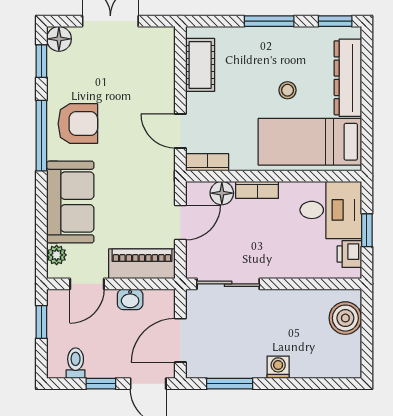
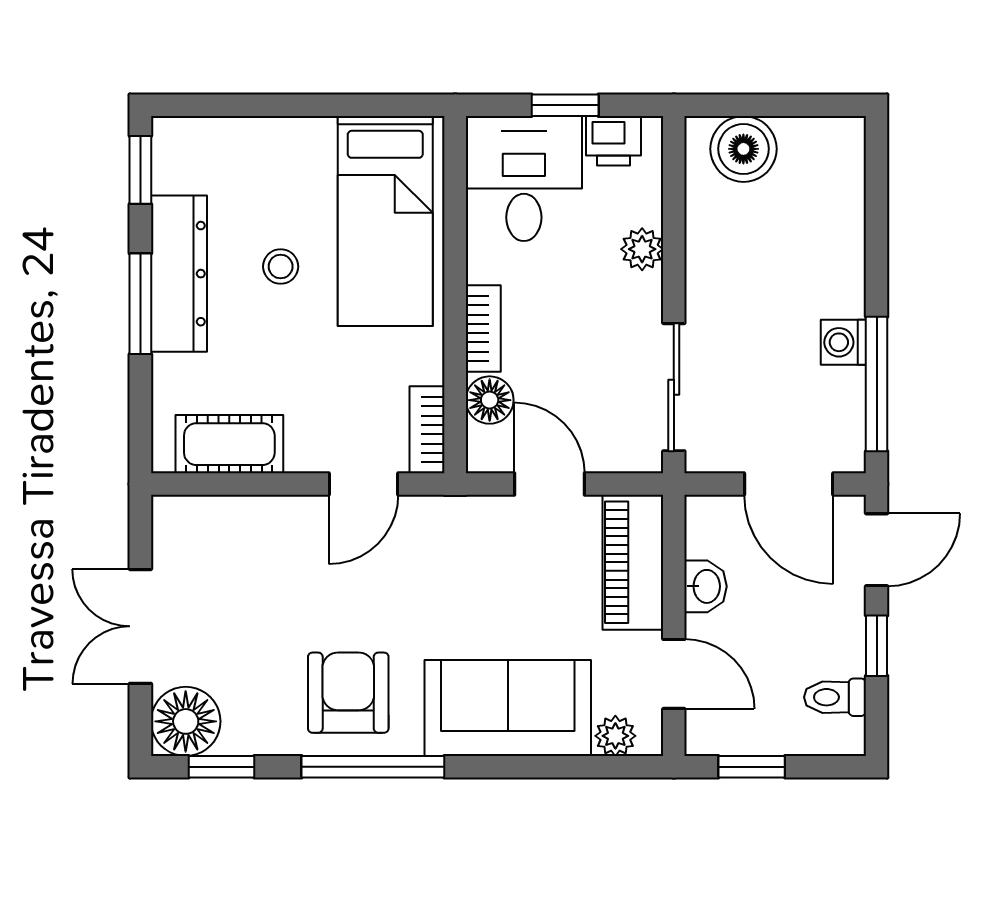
floor lamp: (59, 39) -> (186, 721), width x1.38, depth x1.38
dresser: (348, 78) -> (179, 274), moved, turned -90
plant: (296, 268) -> (642, 249), added
washing machine: (278, 367) -> (843, 342), moved
window: (230, 384) -> (877, 384), width x1.44

